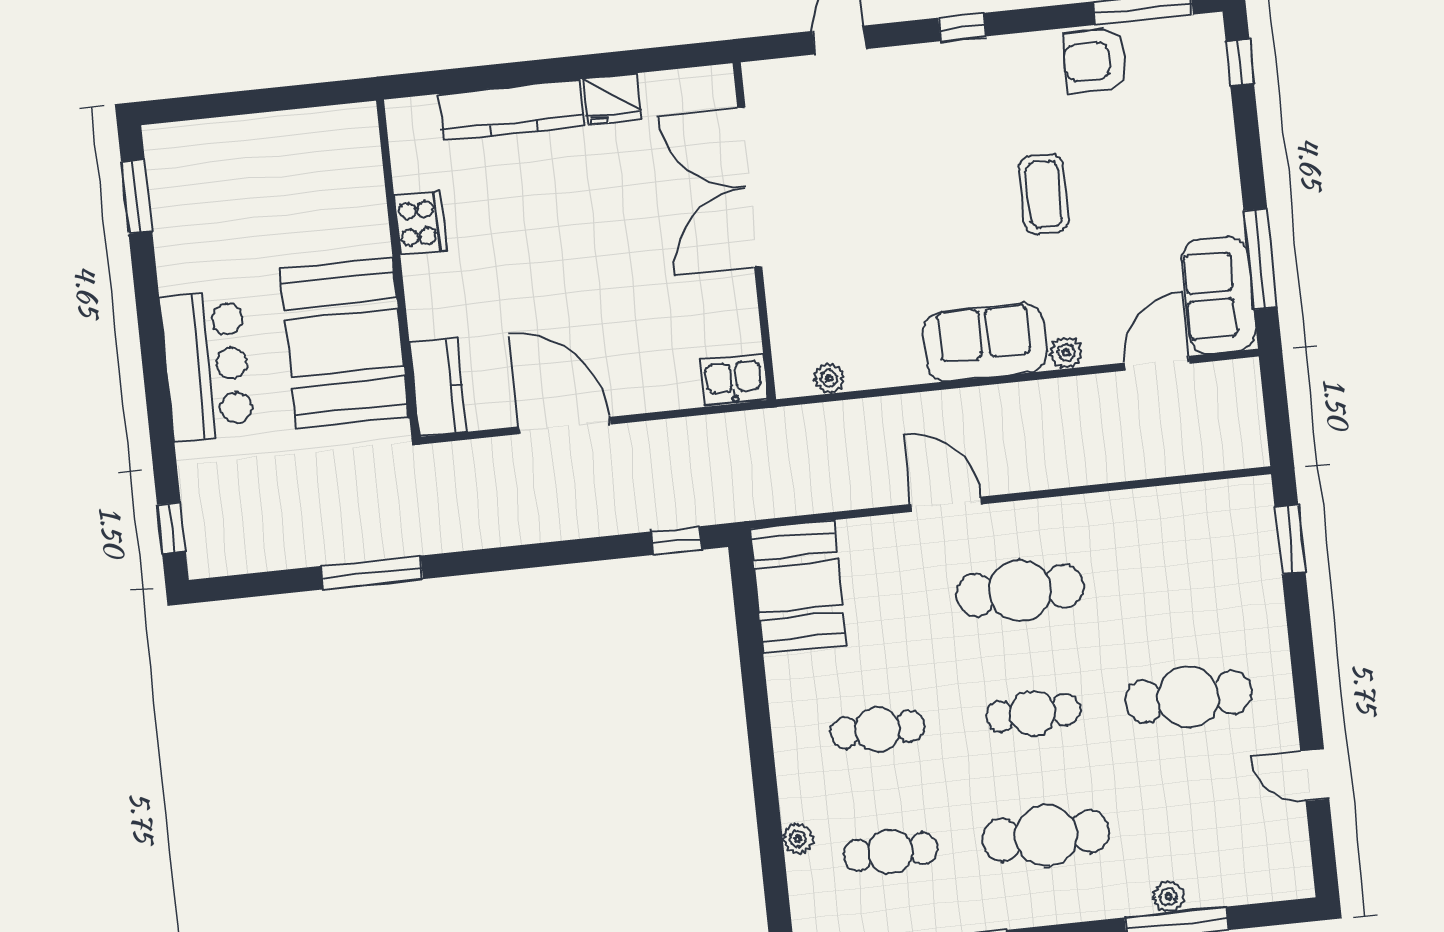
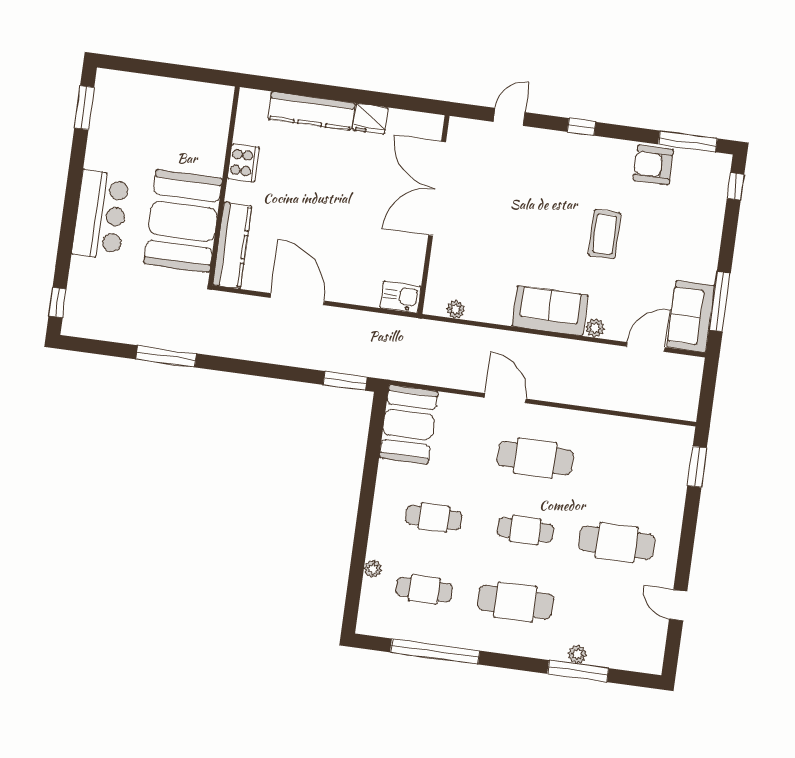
kitchen counter: (438, 387) -> (232, 245), width x1.50
window: (676, 541) -> (345, 381), width x1.50

